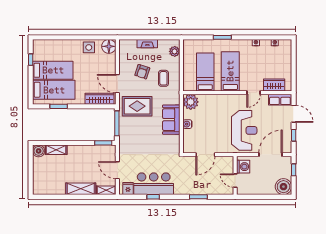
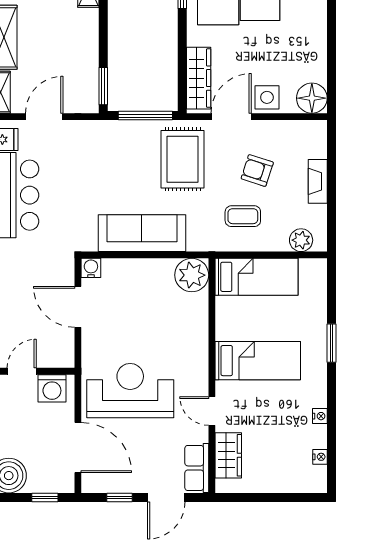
side table: (89, 47) -> (267, 97), moved
bed: (205, 72) -> (257, 277), moved
sofa: (171, 120) -> (142, 233), width x1.36
water cooler: (187, 124) -> (91, 268), moved
reception desk: (244, 130) -> (130, 391), turned 180

